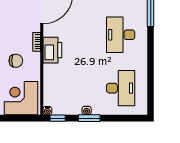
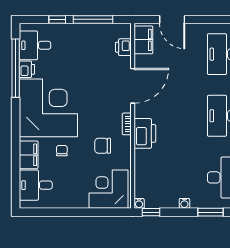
chair: (16, 61) -> (103, 146), turned 180
window: (89, 118) -> (210, 212), moved

